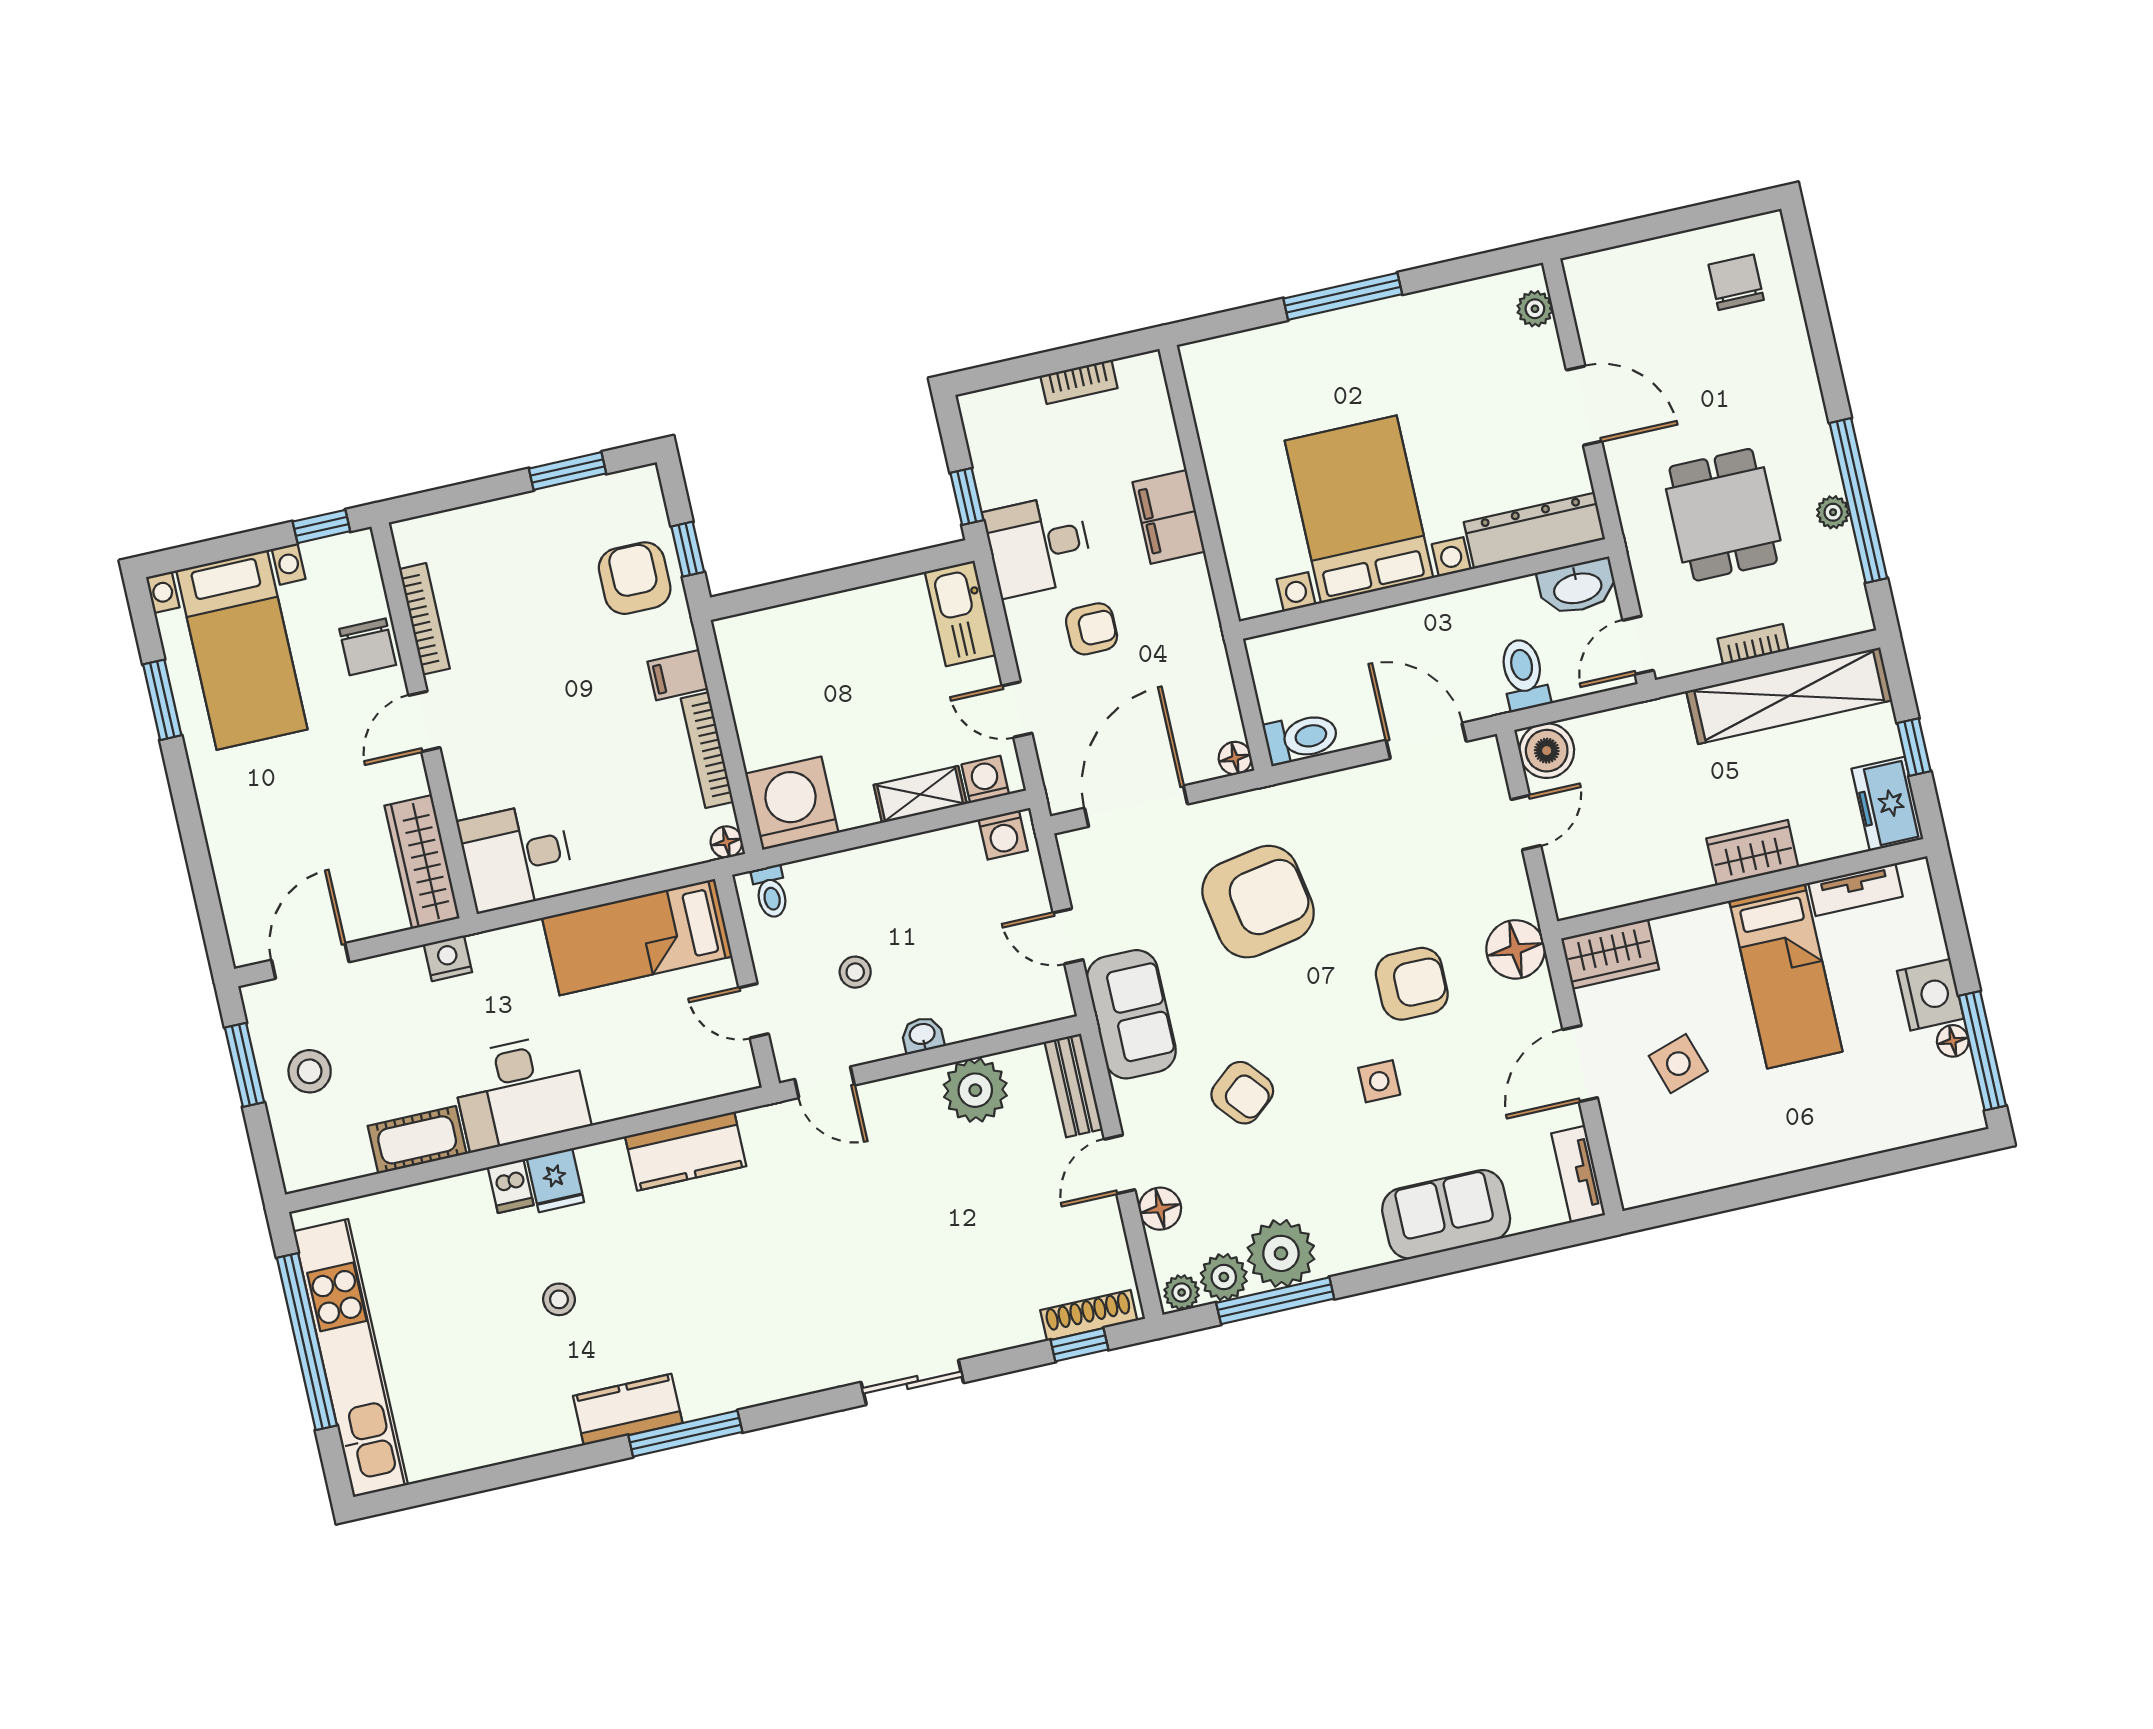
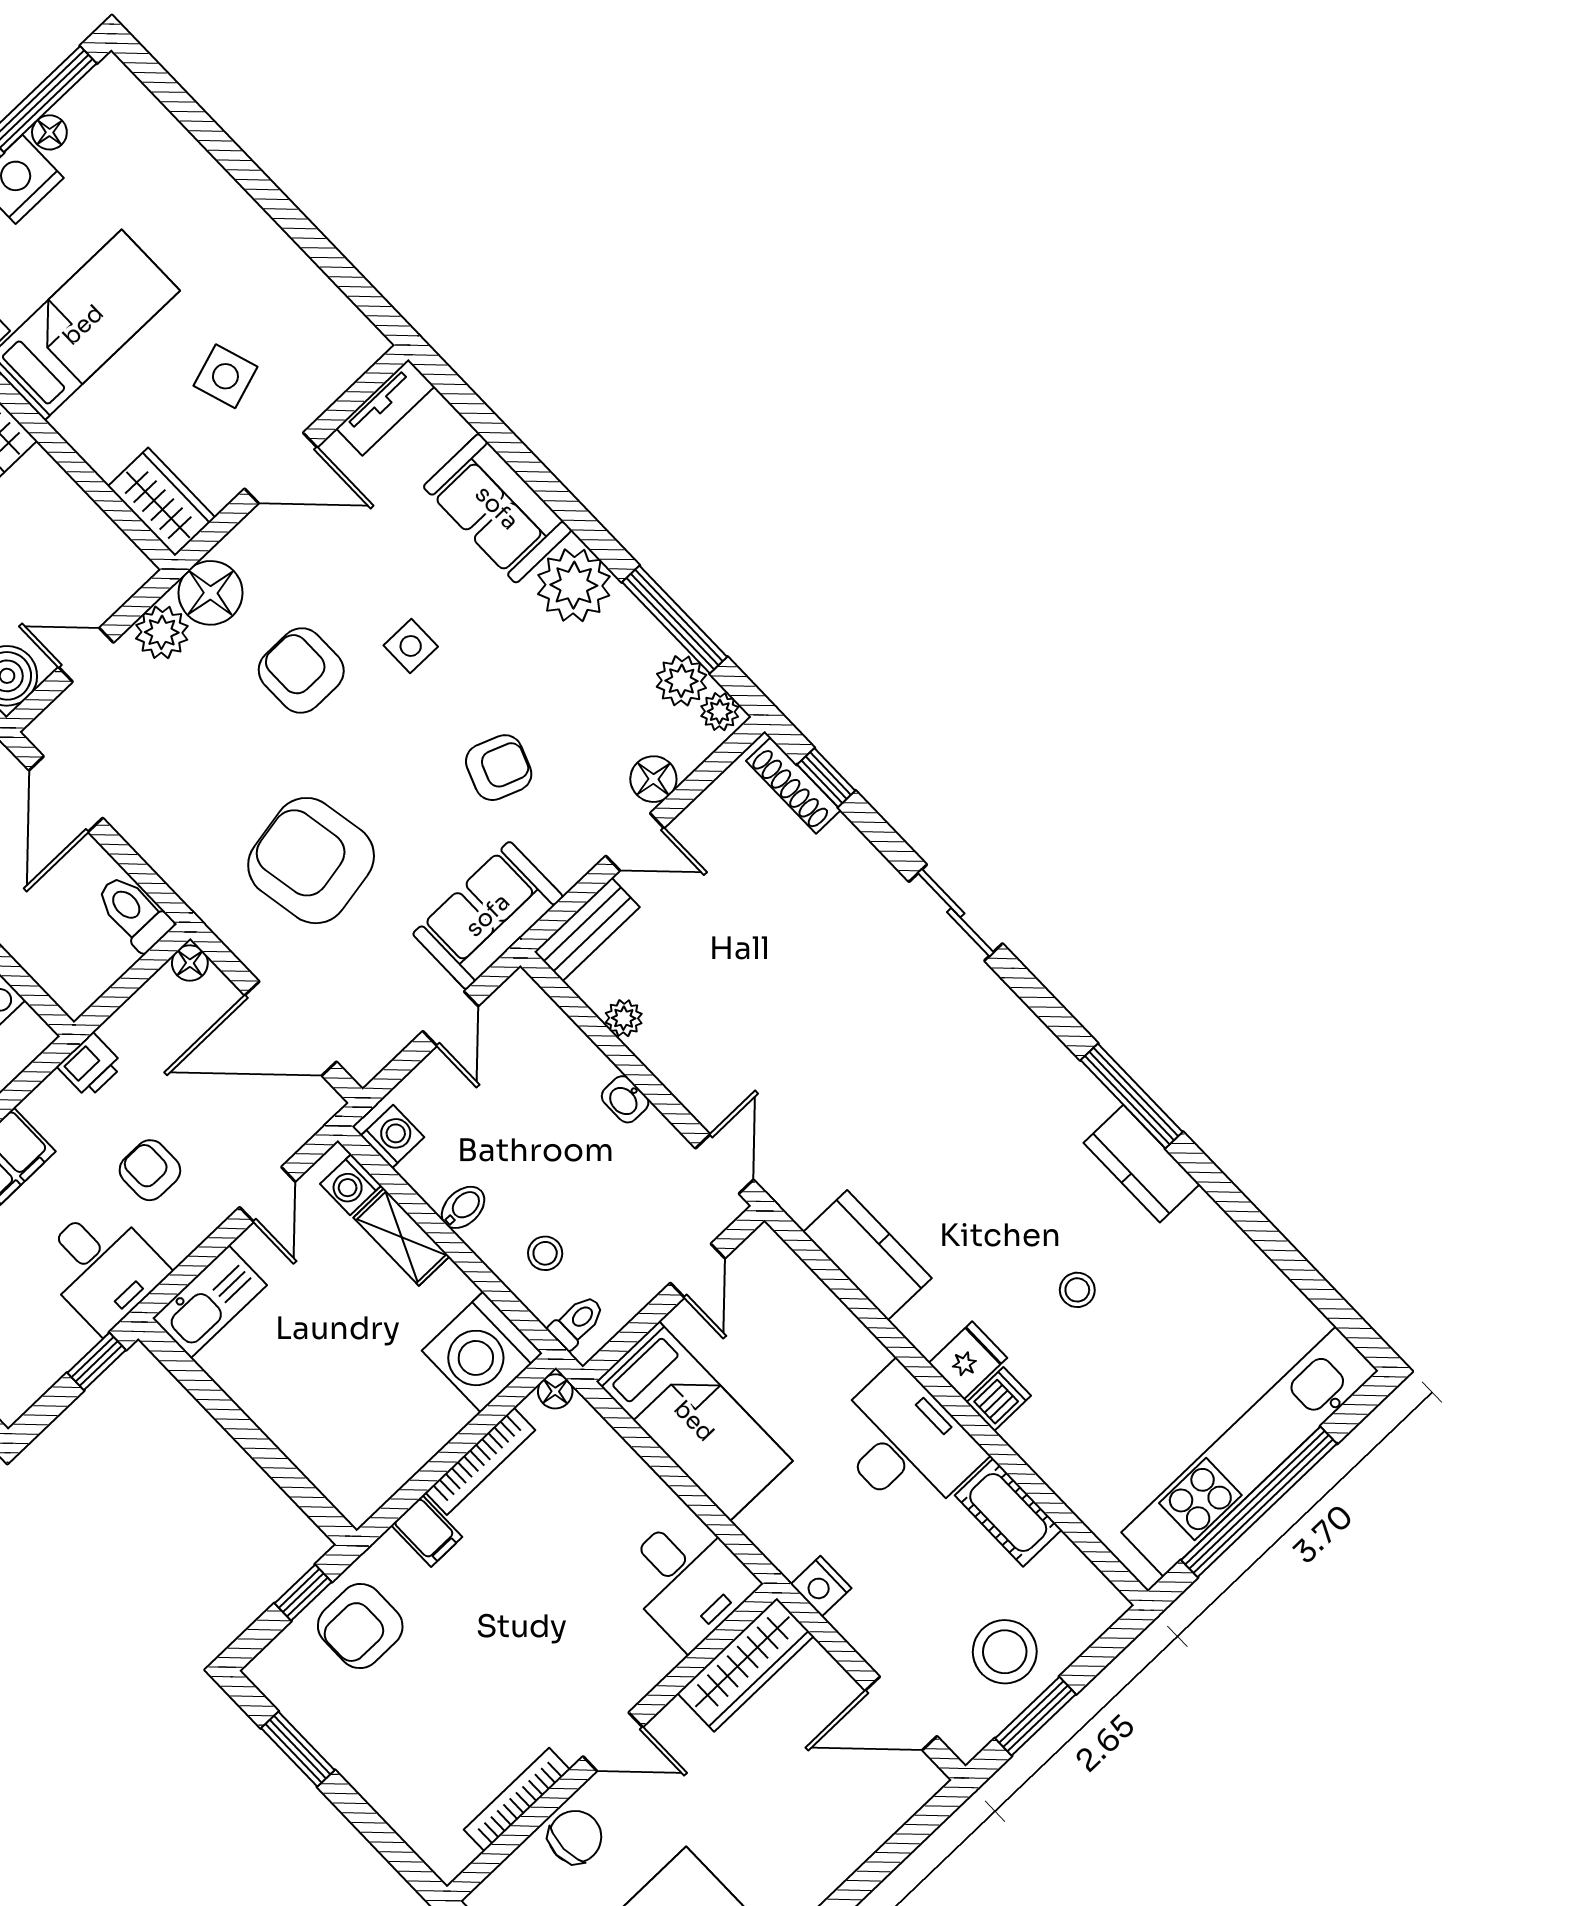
printer: (1202, 632) -> (90, 1066), added
bidet: (914, 857) -> (463, 1207), added
plant: (1508, 893) -> (162, 632), added
stool: (855, 972) -> (545, 1253), moved
stool: (310, 1071) -> (1005, 1652), width x1.38, depth x1.38
plant: (975, 1090) -> (624, 1018), width x0.53, depth x0.53
armchair: (1242, 1093) -> (499, 768), turned 61
plant: (1281, 1253) -> (574, 585), moved

